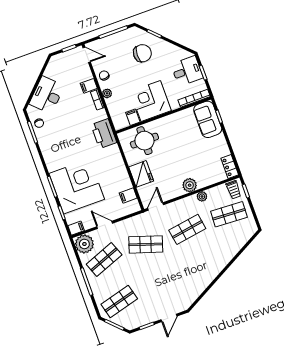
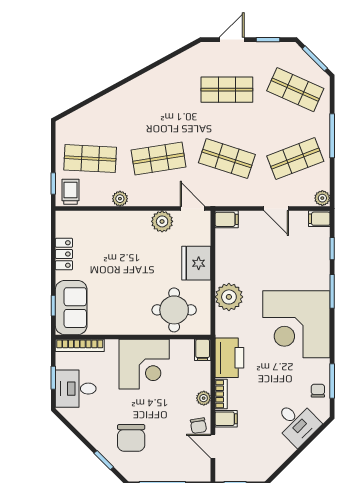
chair: (142, 53) -> (131, 438), turned -90
door: (87, 55) -> (213, 446), moved
desk: (47, 95) -> (297, 423), width x0.73
filing cabinet: (133, 117) -> (203, 350), moved
printer: (104, 134) -> (229, 358), moved
plant: (114, 161) -> (229, 297), added
locker: (230, 166) -> (64, 254), moved
plant: (190, 185) -> (162, 221), moved
corner desk: (77, 186) -> (296, 324), moved
filing cabinet: (128, 195) -> (227, 219), moved
door: (156, 206) -> (193, 209), swing flipped
plant: (84, 244) -> (322, 198), width x0.53, depth x0.53
shop shelf: (161, 286) -> (227, 90), added
shop shelf: (119, 301) -> (295, 90), turned 39

